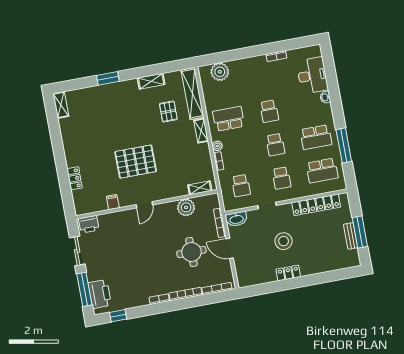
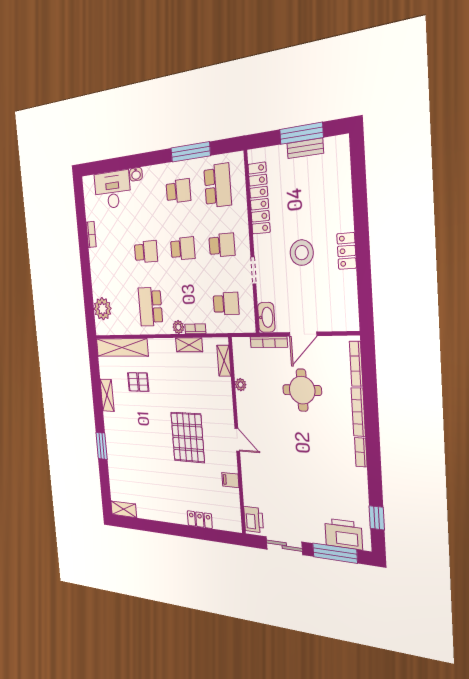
shelving: (201, 131) -> (189, 345), moved
school desk: (316, 137) -> (178, 191), width x0.54
plant: (186, 207) -> (241, 385), width x0.53, depth x0.53

